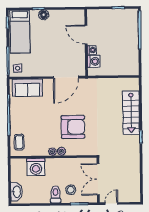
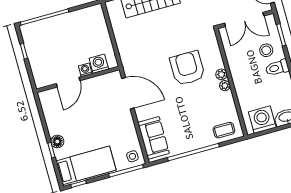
washing machine: (36, 167) -> (262, 120), moved, turned -90

